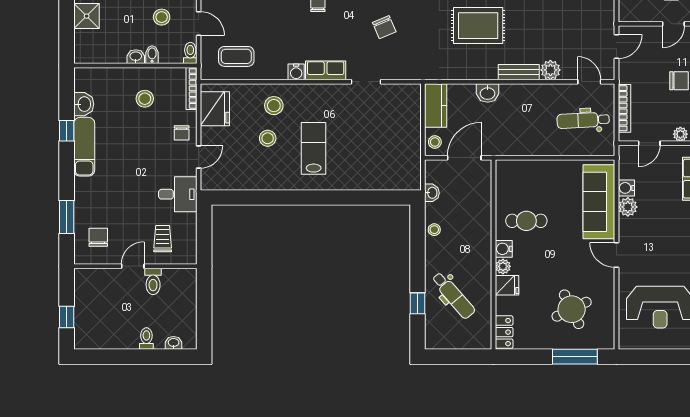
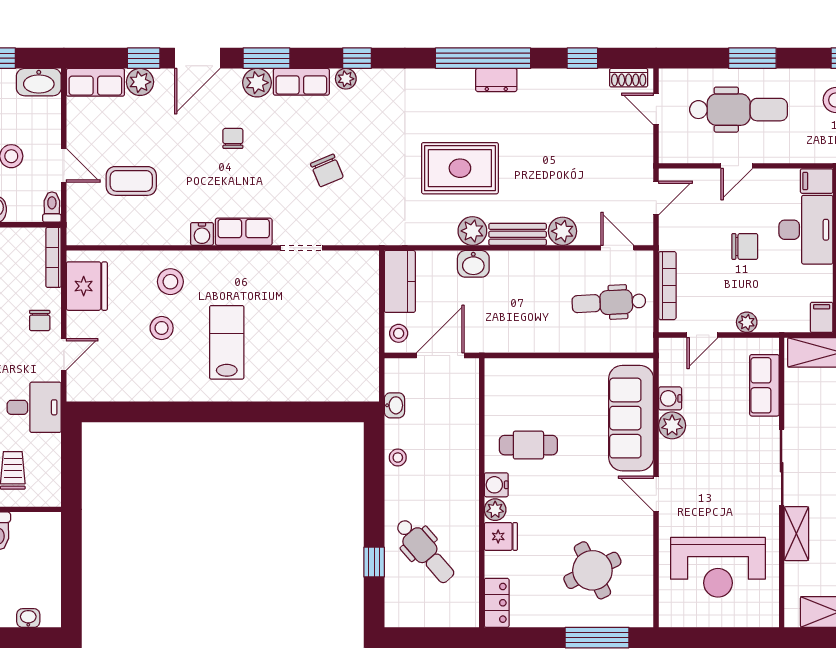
coffee table: (236, 56) -> (131, 181), moved
plant: (487, 70) -> (472, 231), added

